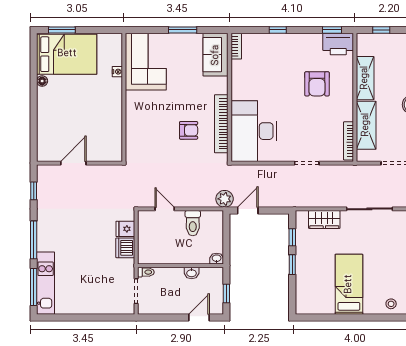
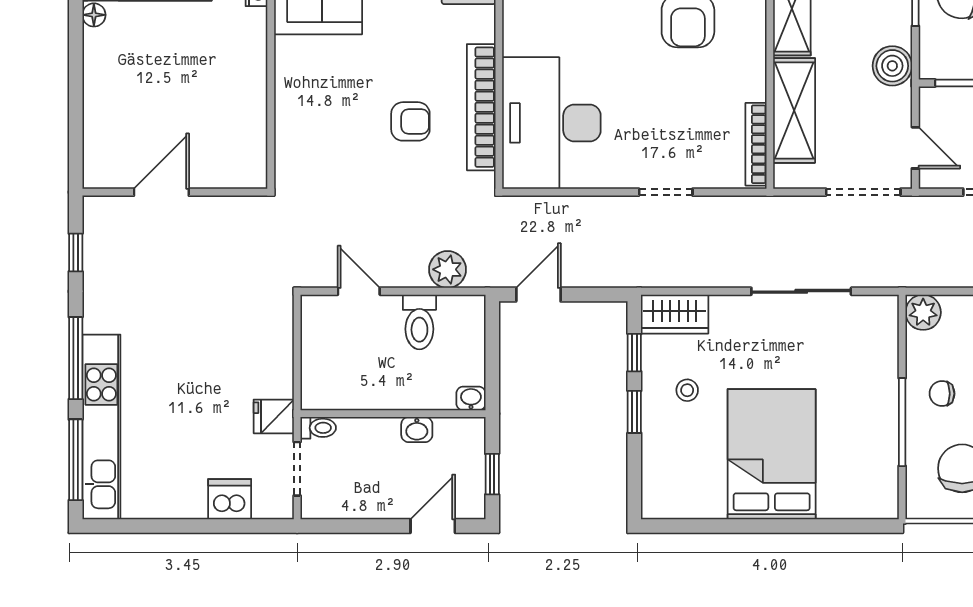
plant: (225, 199) -> (447, 269), moved
wardrobe: (324, 219) -> (675, 314), moved
fridge: (125, 229) -> (274, 416), moved
dishwasher: (125, 248) -> (230, 499), moved, turned 90
kitchen unit: (46, 283) -> (101, 427), width x1.36
bed: (349, 284) -> (772, 454), width x1.50
stool: (391, 304) -> (687, 390), moved

